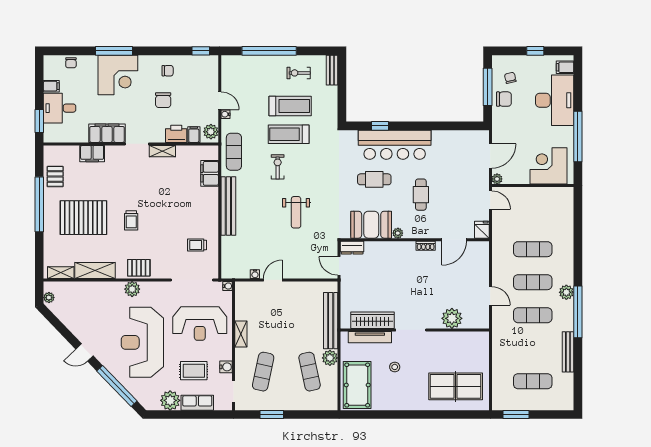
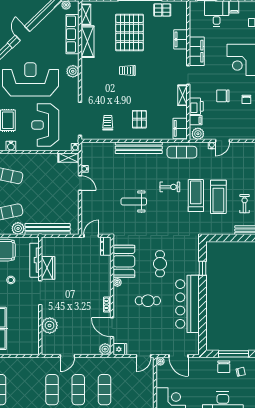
bar counter: (395, 145) -> (187, 304), moved
filing cabinet: (210, 173) -> (180, 128), moved, turned -90
plant: (482, 248) -> (105, 349), added
pallet: (139, 268) -> (139, 119), moved
row of seats: (86, 289) -> (73, 34), added
wardrobe: (372, 320) -> (48, 268), width x0.67
shelving: (241, 334) -> (68, 158), moved

